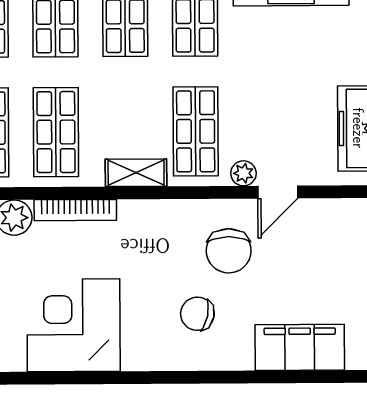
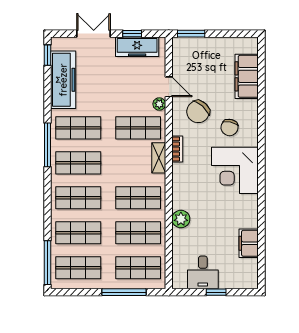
bookcase: (75, 210) -> (177, 149), moved, width x0.64
chair: (229, 251) -> (198, 112), turned 132
corner desk: (74, 325) -> (235, 170), moved

